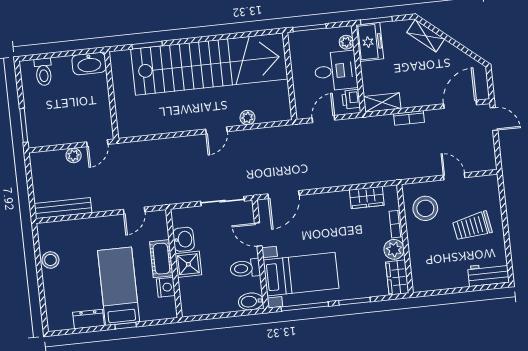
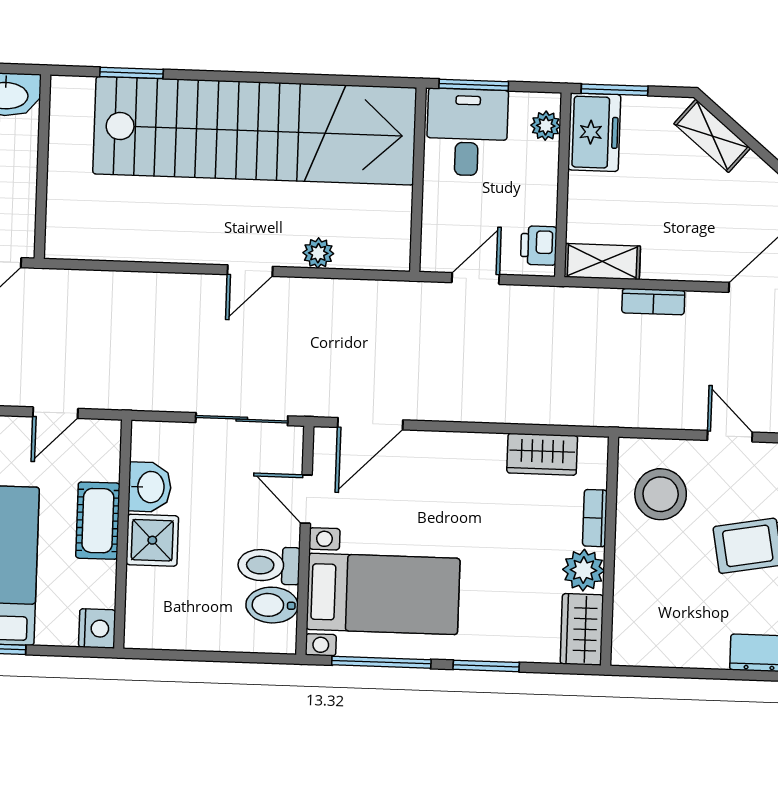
desk: (336, 71) -> (467, 132), moved, turned -90
nightstand: (166, 287) -> (97, 628), moved
bidet: (251, 301) -> (272, 605), moved

